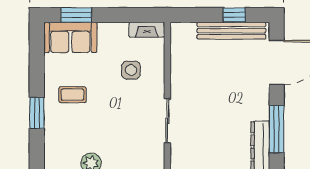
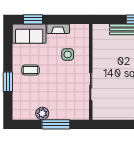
fireplace: (147, 30) -> (58, 29), moved

